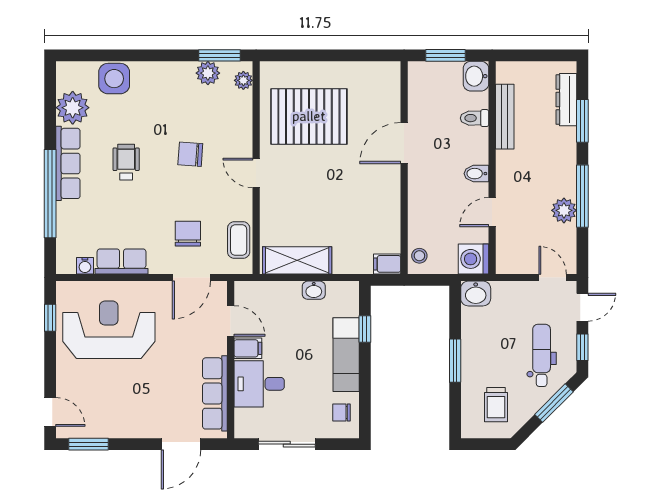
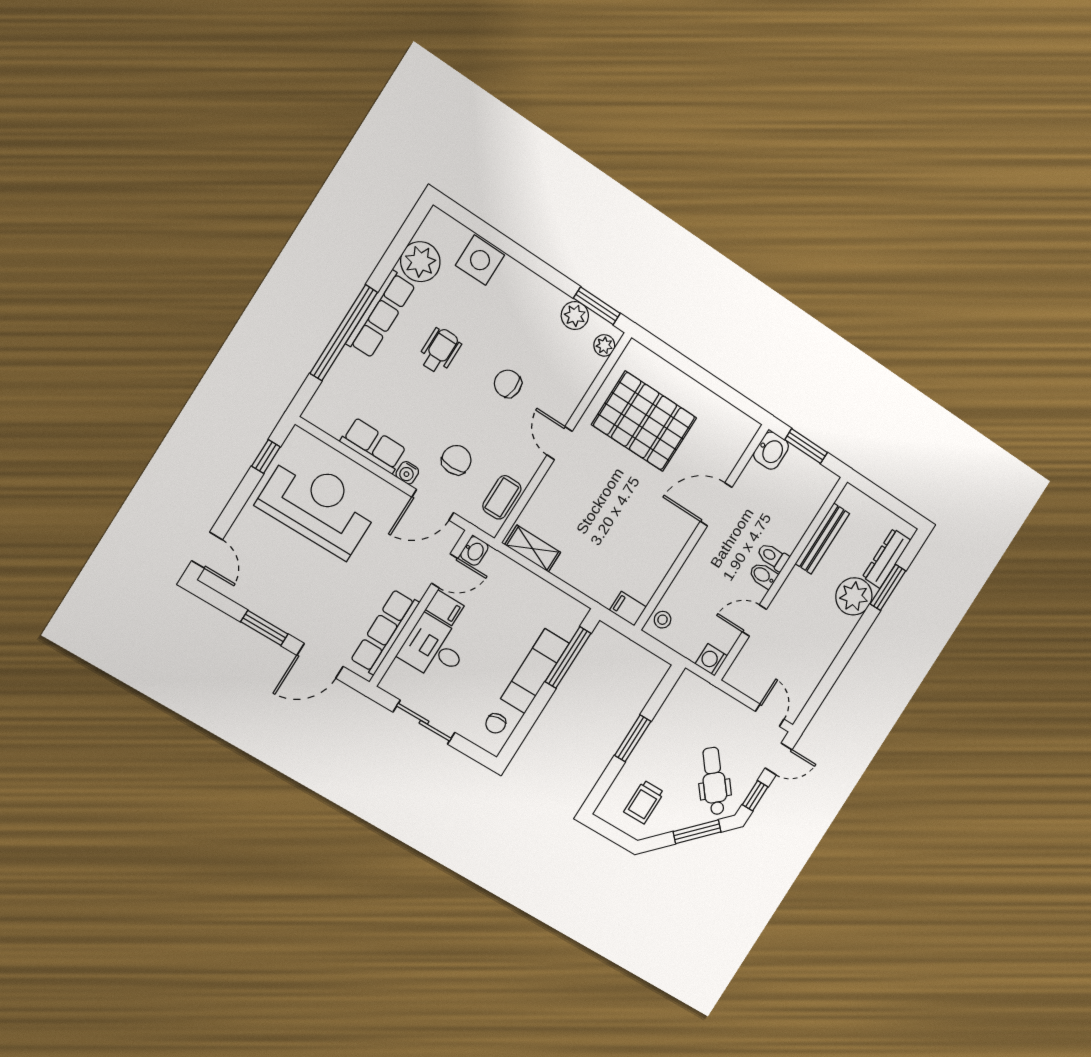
washbasin: (476, 76) -> (771, 451), moved, turned 180
toilet: (475, 118) -> (773, 557), moved
window: (582, 196) -> (844, 657), removed
plant: (564, 210) -> (854, 596), moved, width x1.36, depth x1.36
washing machine: (474, 259) -> (711, 660), width x0.73, depth x0.73
shelving: (297, 260) -> (533, 549), width x0.67, depth x0.75
water cooler: (85, 266) -> (407, 473), moved
washbasin: (314, 290) -> (474, 551), moved, turned -90
washbasin: (476, 294) -> (691, 687), removed
door: (231, 321) -> (445, 571), hinge flipped
window: (365, 329) -> (568, 657), width x2.17
dental chair: (542, 355) -> (714, 781), turned -40
chair: (341, 412) -> (496, 723), turned -98
window: (89, 444) -> (264, 628), moved

